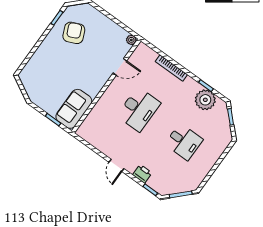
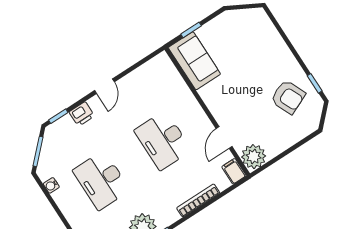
plant: (131, 40) -> (254, 157), width x1.88, depth x1.88
filing cabinet: (141, 51) -> (234, 171), added
desk: (184, 142) -> (101, 180), width x1.37
door: (116, 165) -> (104, 86), swing flipped
water cooler: (201, 176) -> (51, 185), added

